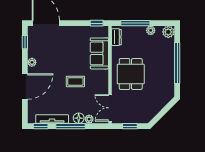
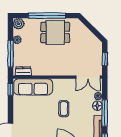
sofa: (99, 53) -> (33, 87), width x1.36
dining table: (131, 74) -> (55, 32), moved

